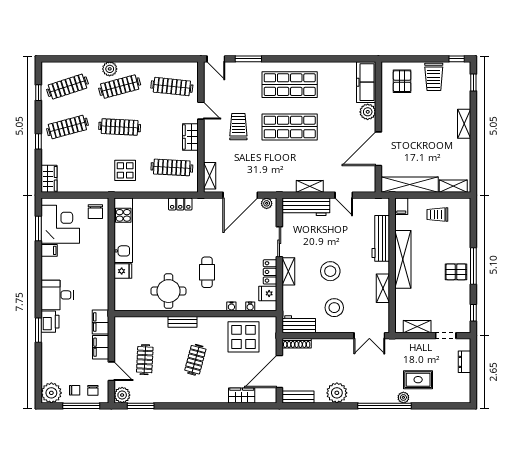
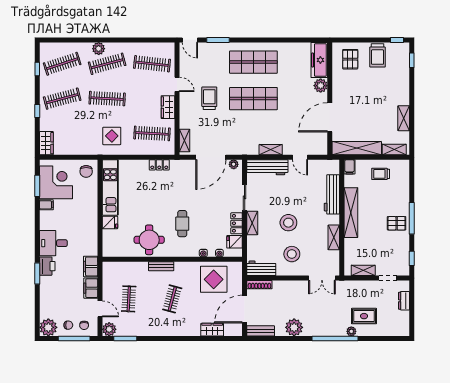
shelving: (464, 124) -> (404, 118), moved

